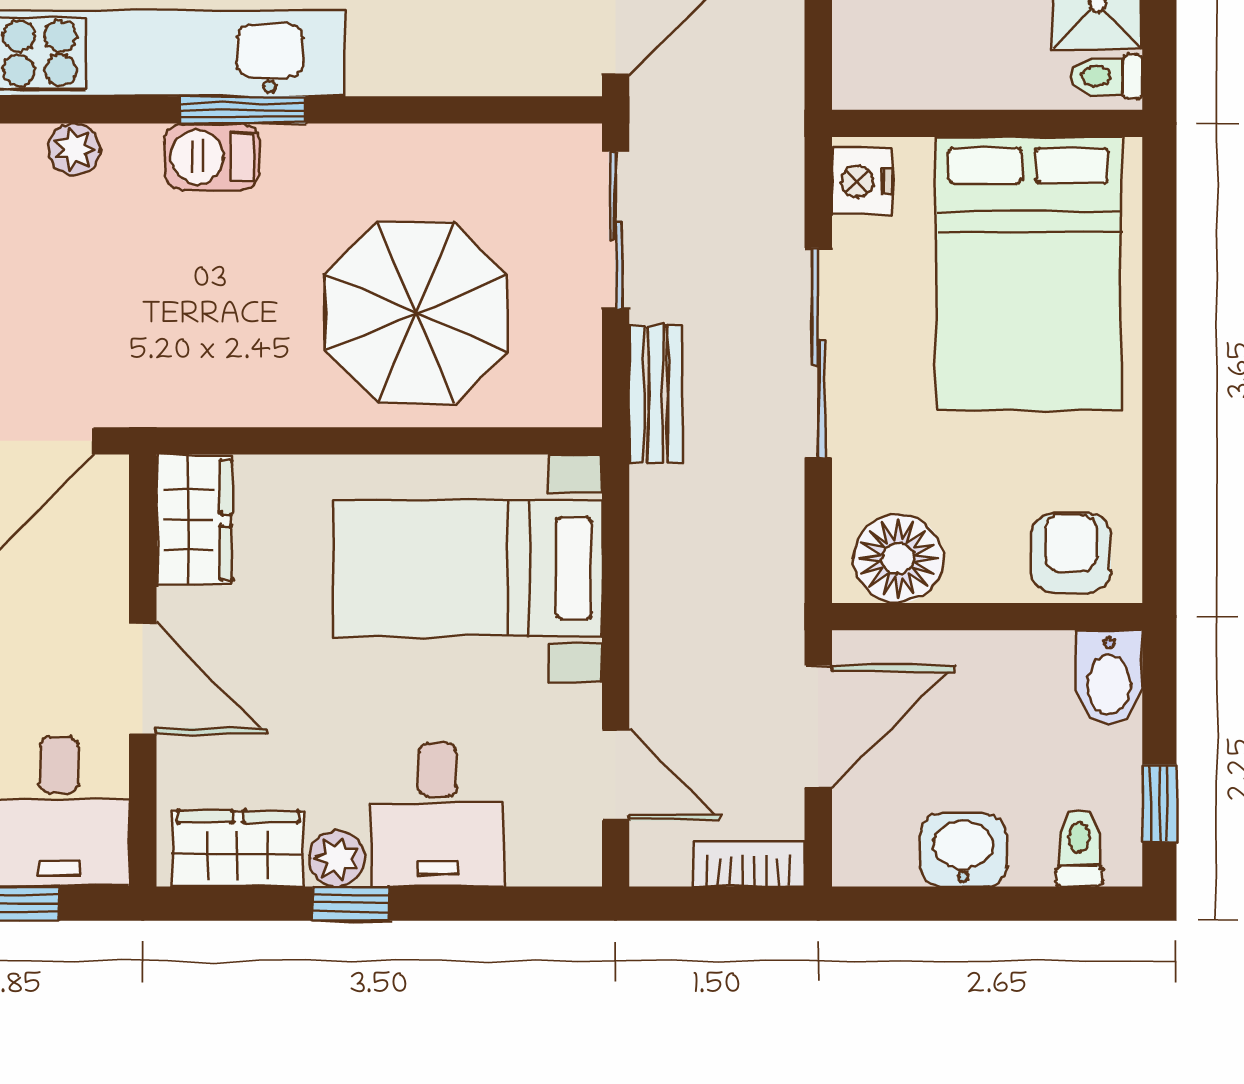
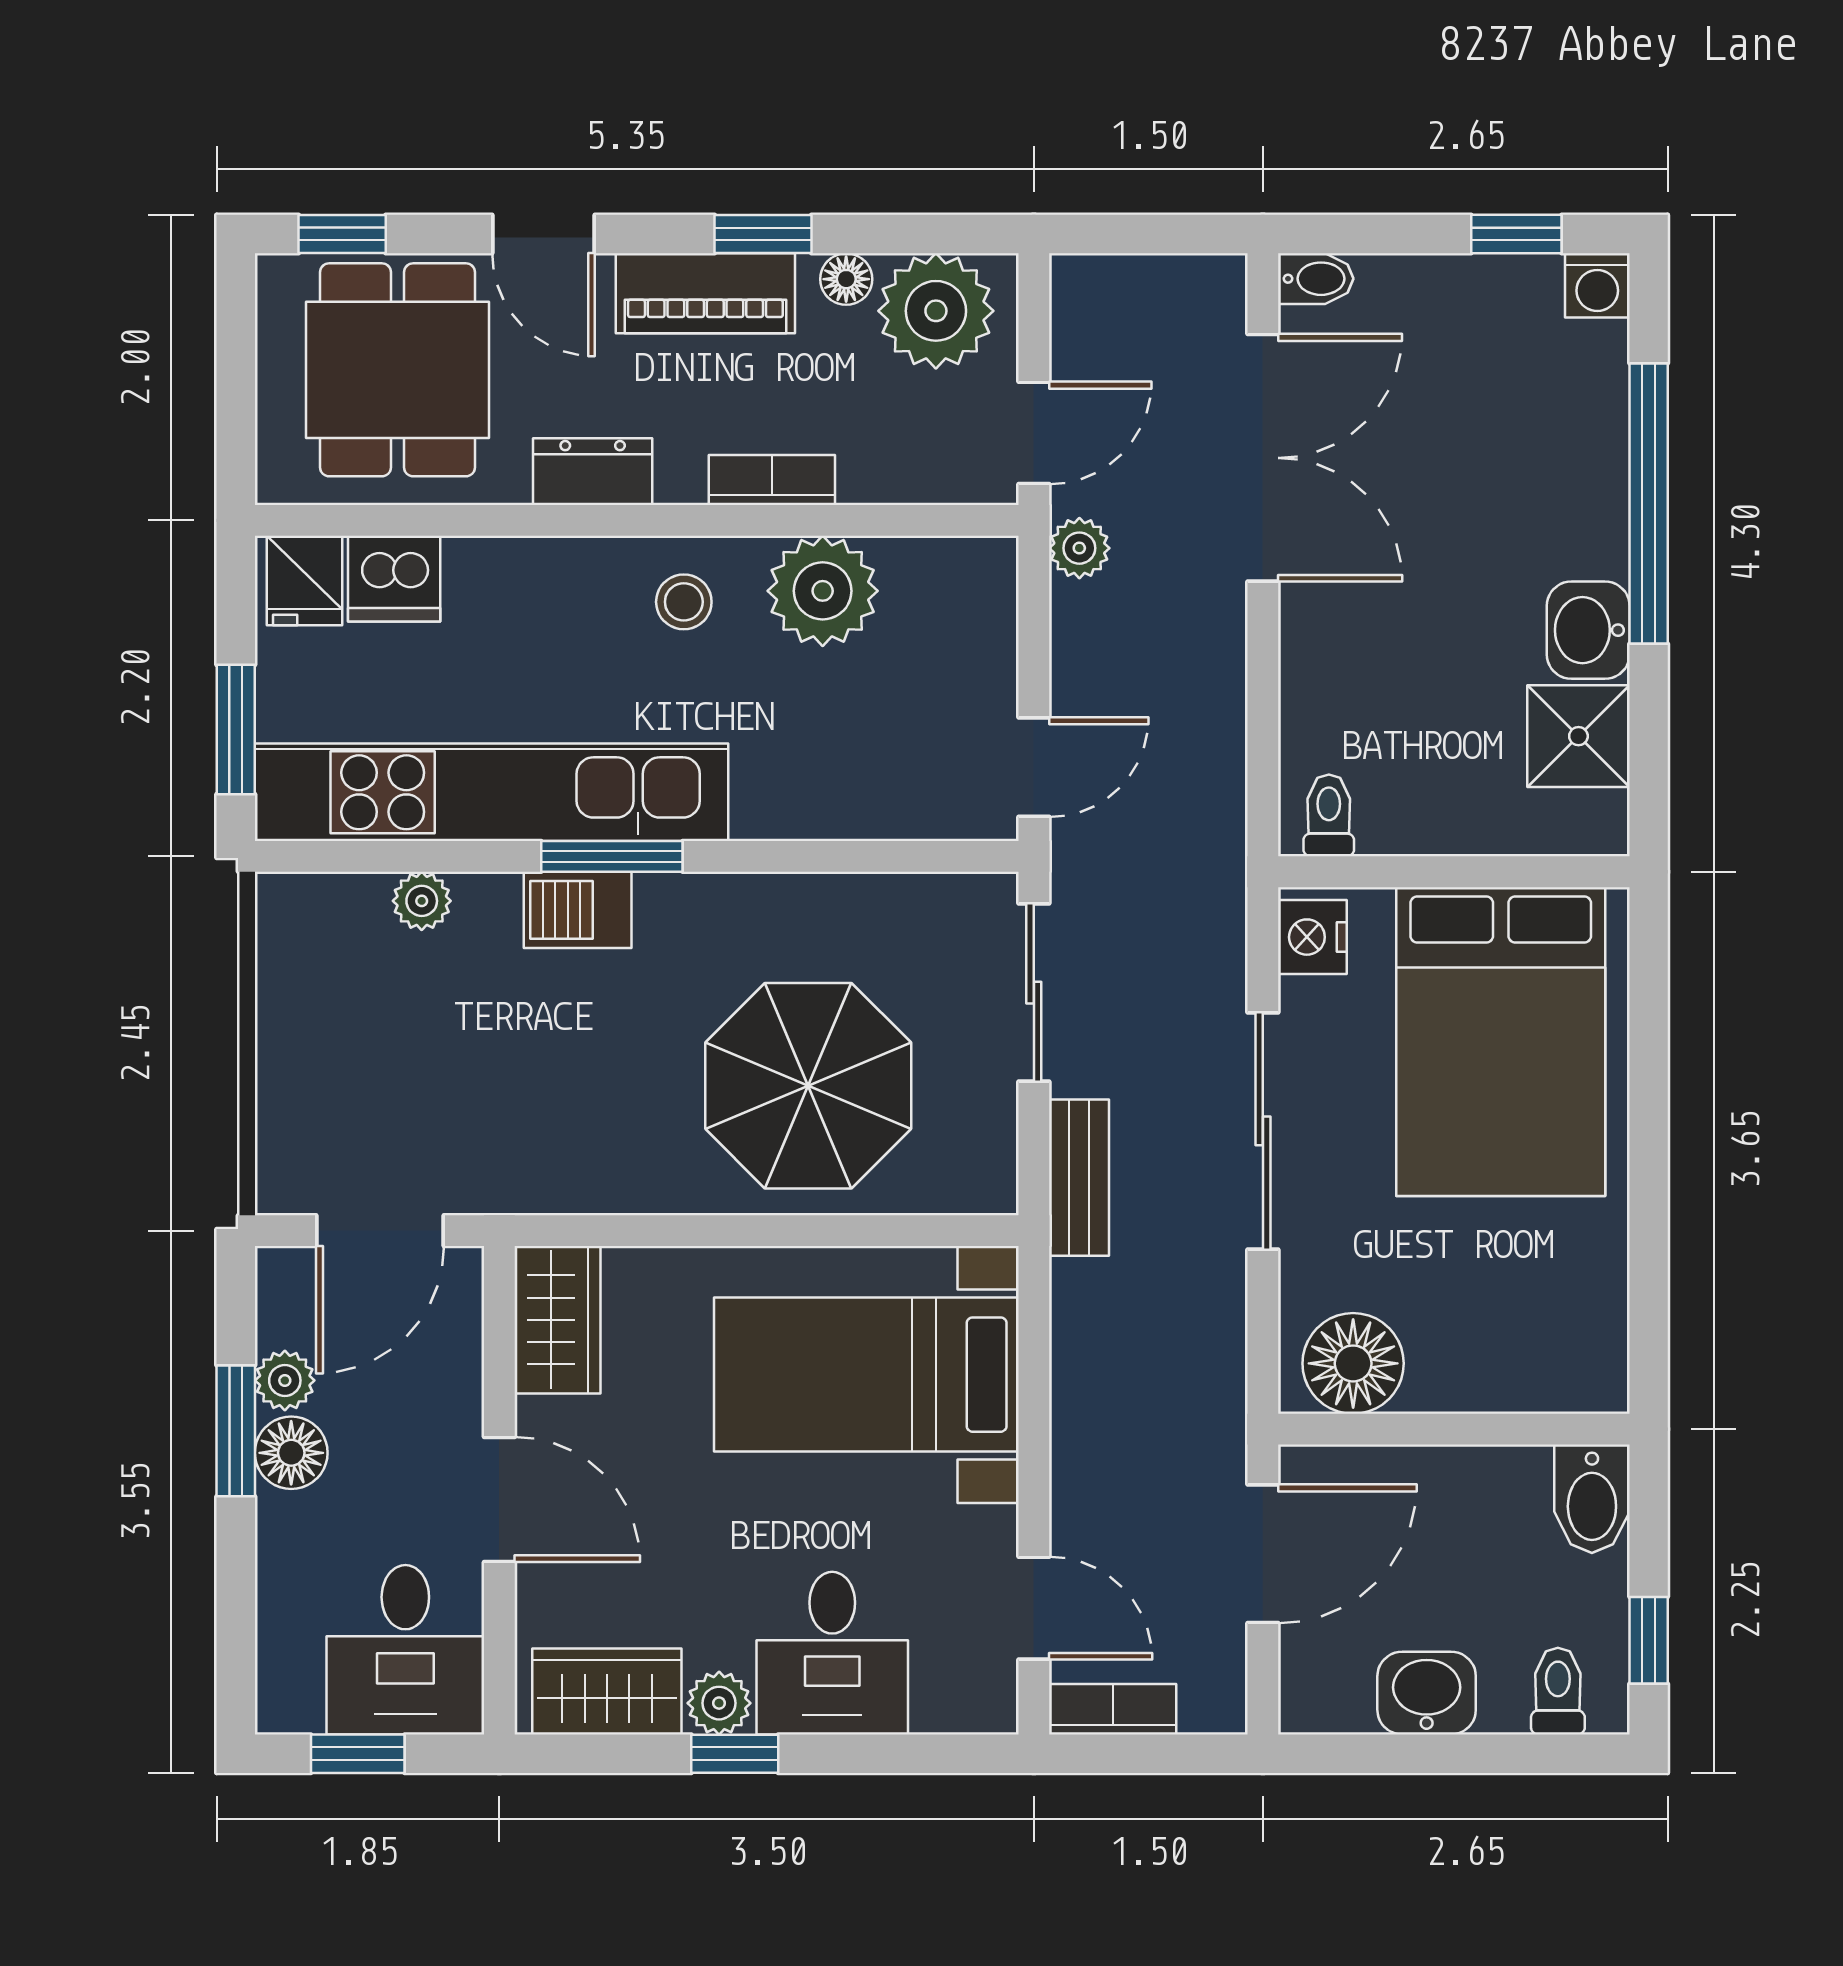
toilet: (1106, 76) -> (1329, 815), moved, turned 90
armchair: (1071, 553) -> (1548, 1357), removed
bookcase: (748, 864) -> (1113, 1709), moved

